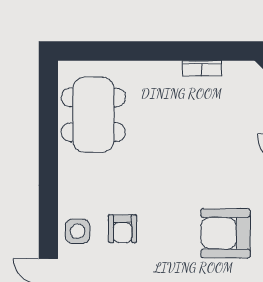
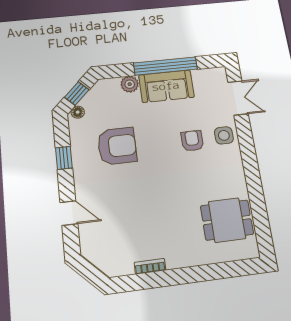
dining table: (93, 115) -> (227, 220), width x0.73

